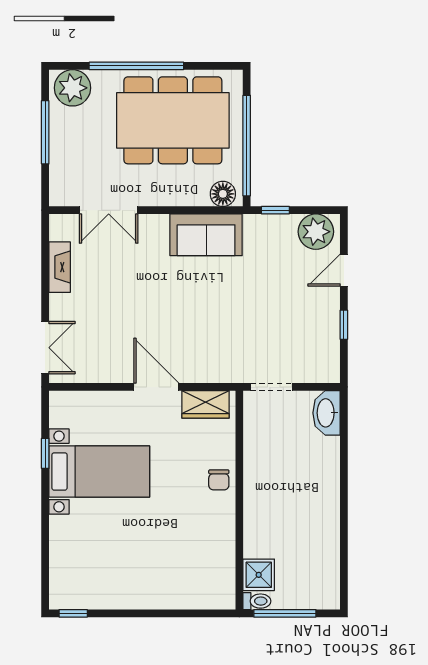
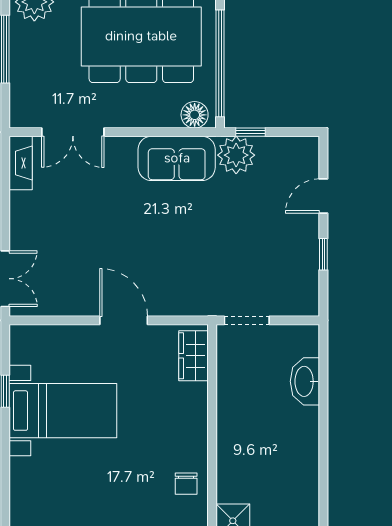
plant: (316, 232) -> (236, 155), moved
fireplace: (60, 267) -> (21, 163), moved
wardrobe: (206, 404) -> (193, 356), moved, turned 90
washbasin: (326, 413) -> (305, 381), moved
chair: (219, 480) -> (186, 484), moved

